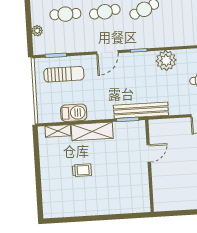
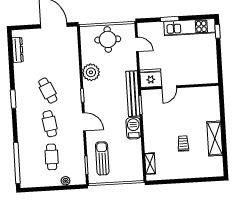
barbecue: (74, 113) -> (133, 128), moved
shelving: (92, 131) -> (215, 139), moved
fridge: (159, 131) -> (151, 78), added
door: (149, 153) -> (169, 87), swing flipped

